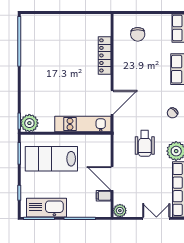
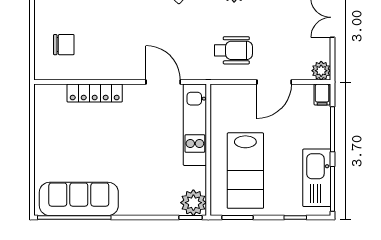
sofa: (32, 45) -> (79, 199), added
wheelchair: (145, 143) -> (233, 50), moved
filing cabinet: (104, 196) -> (322, 94), moved

